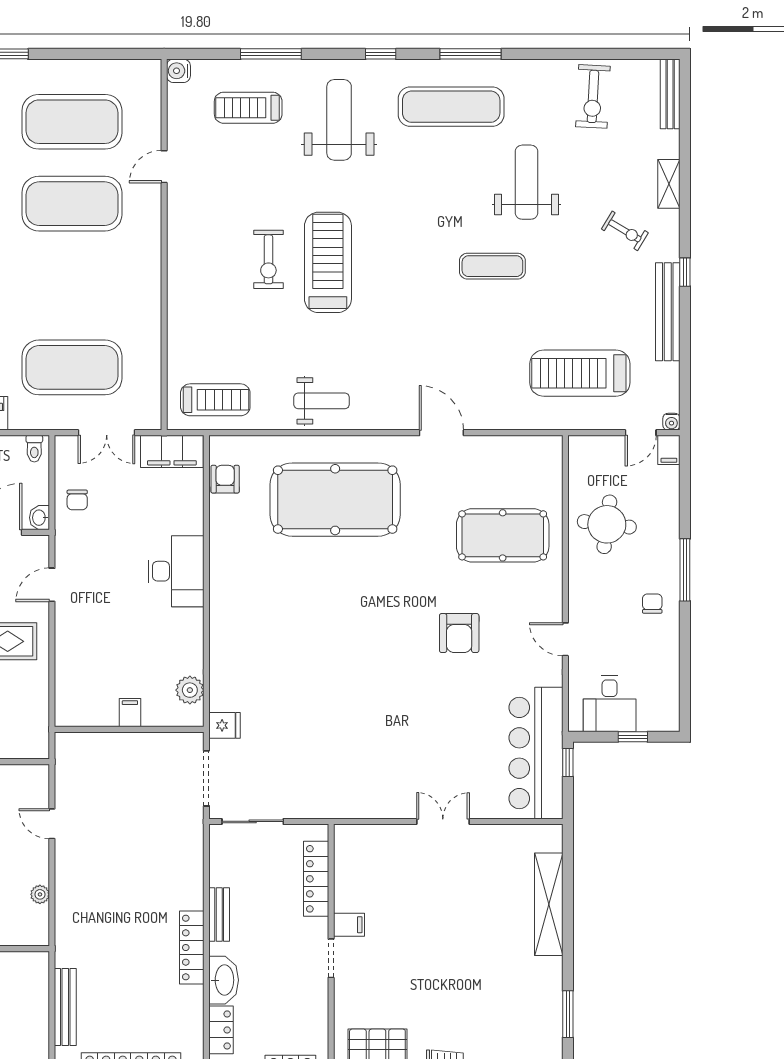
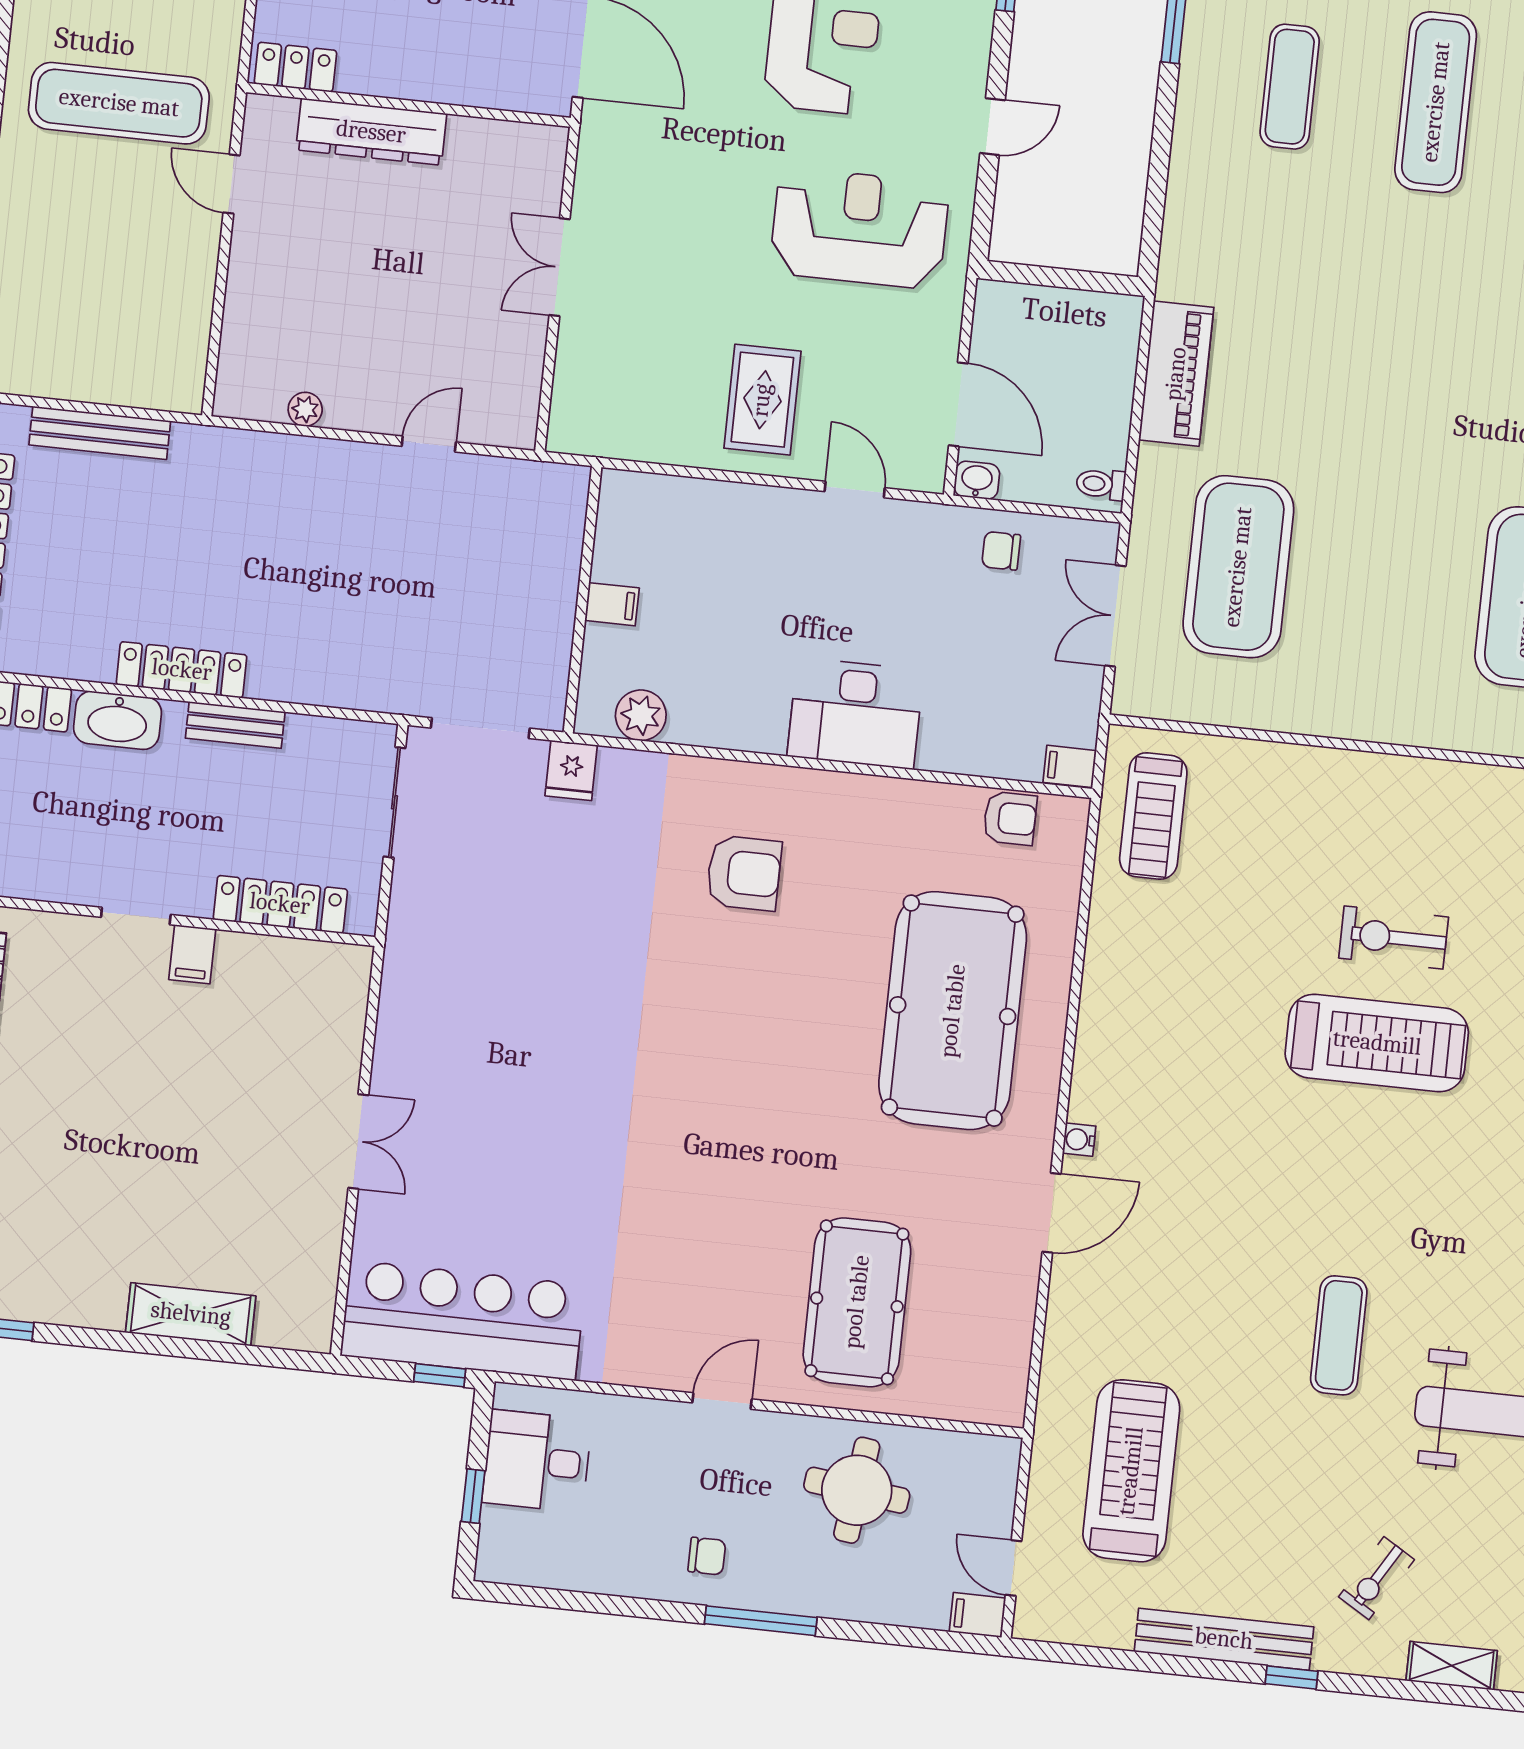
weight bench: (322, 401) -> (1131, 1005), removed
water cooler: (671, 422) -> (1079, 1140), moved
filing cabinet: (172, 451) -> (1070, 766), width x0.33, depth x0.86
armchair: (459, 633) -> (744, 873), moved, turned 180
door: (565, 639) -> (722, 1401), moved
shelving: (549, 904) -> (191, 1314), width x0.68

